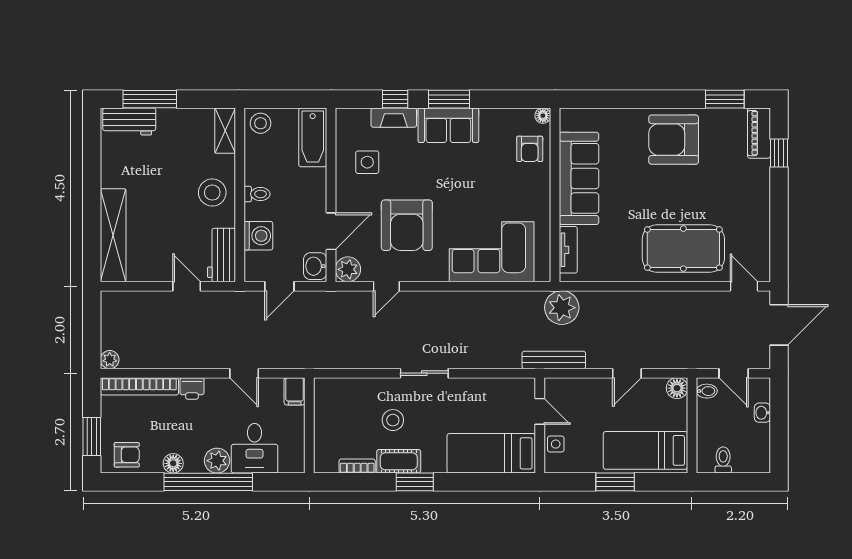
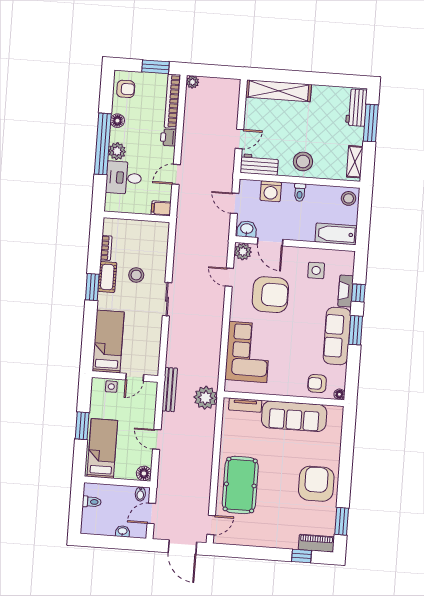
sofa: (448, 125) -> (337, 336), width x1.36
shelving: (225, 131) -> (355, 162), moved, turned 90
armchair: (407, 225) -> (270, 295), turned 180
window: (92, 436) -> (155, 67), moved
armchair: (127, 455) -> (126, 89), turned -90

